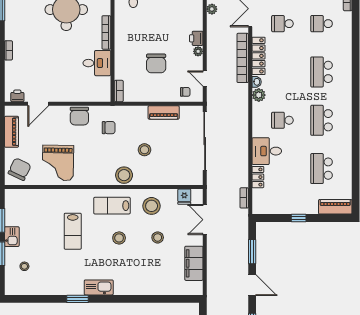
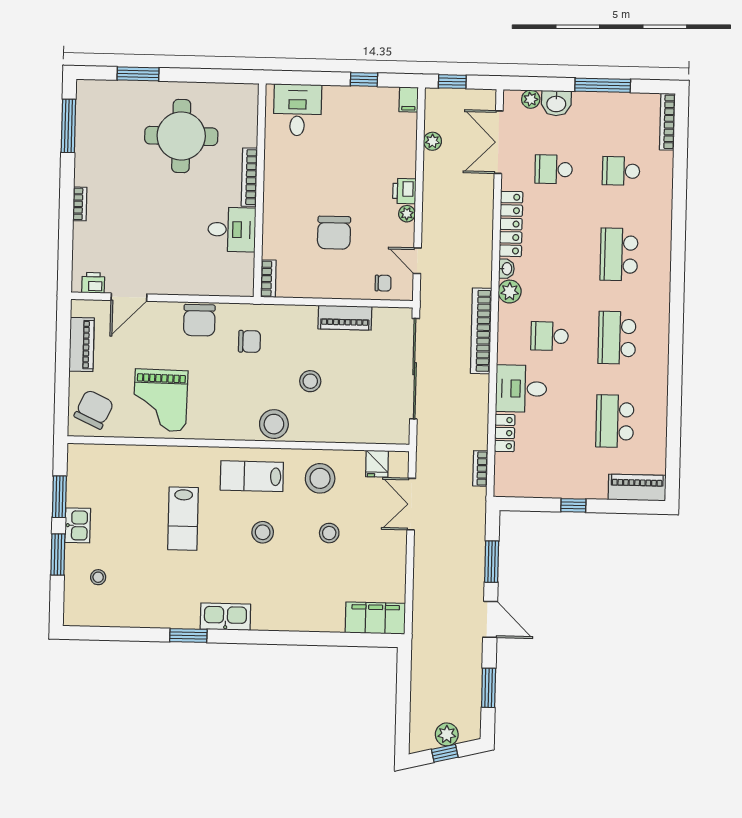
bookcase: (243, 58) -> (481, 331), moved
filing cabinet: (194, 263) -> (375, 618), moved, turned 90

